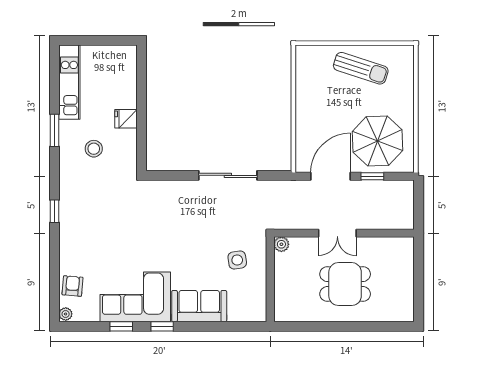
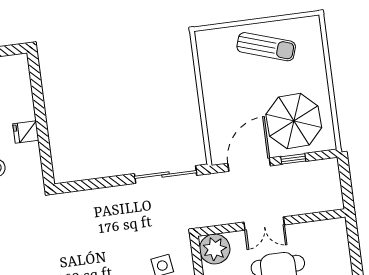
sliding door: (228, 175) -> (166, 175), moved
plant: (281, 244) -> (215, 249), width x1.88, depth x1.88

